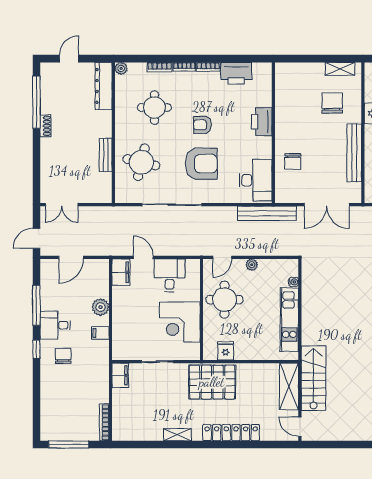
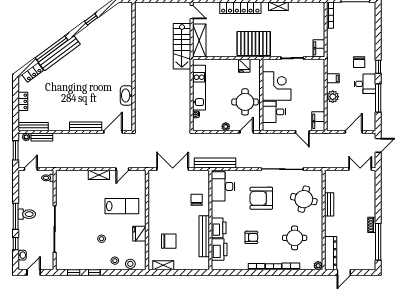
door: (69, 59) -> (344, 273), moved
printer: (236, 73) -> (219, 250), moved, turned 90
chair: (332, 103) -> (169, 241), turned -90
armchair: (203, 125) -> (251, 237), moved
bench: (354, 153) -> (204, 236), moved
desk: (170, 275) -> (274, 112), moved, turned 90

